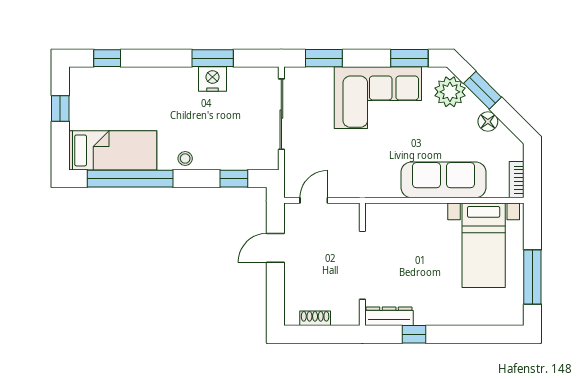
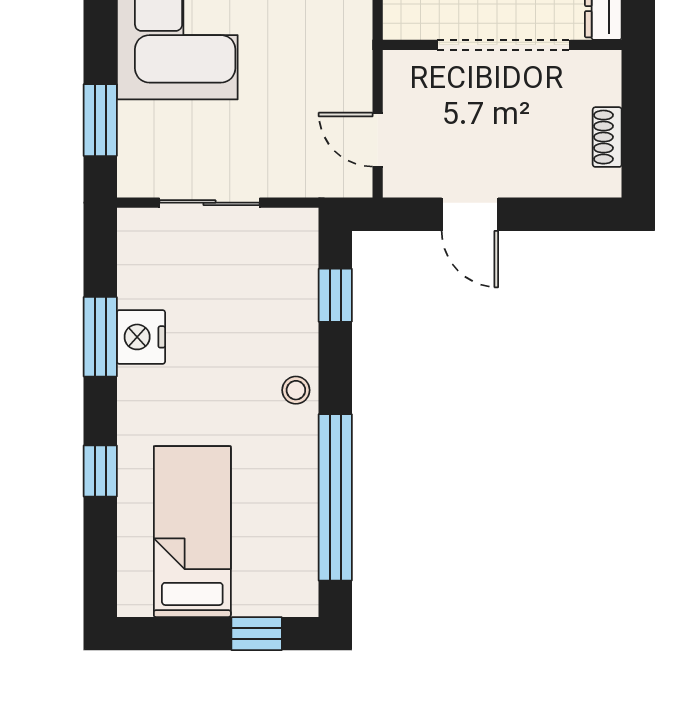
window: (107, 58) -> (100, 471), moved
window: (60, 109) -> (257, 634), moved
sliding door: (281, 114) -> (209, 203), width x0.73
bed: (113, 150) -> (192, 532), moved

